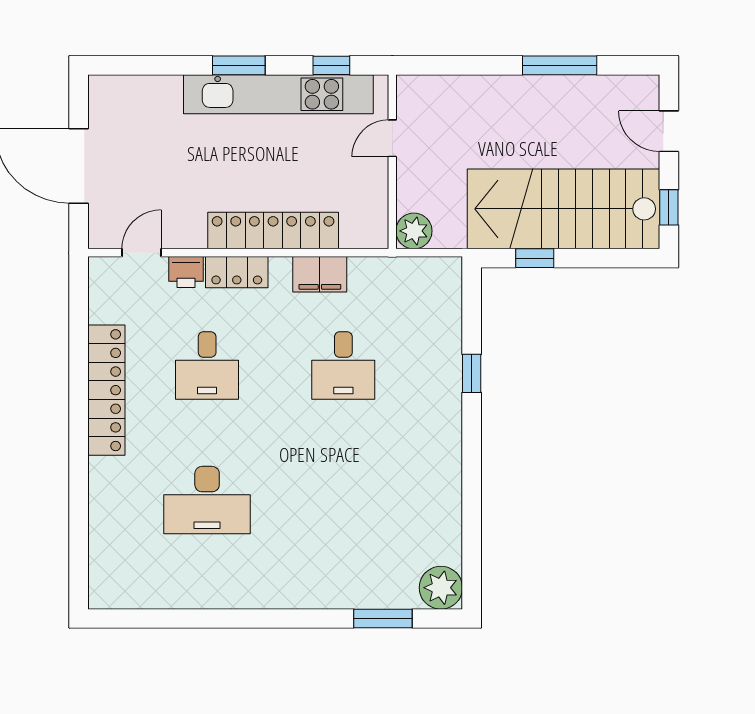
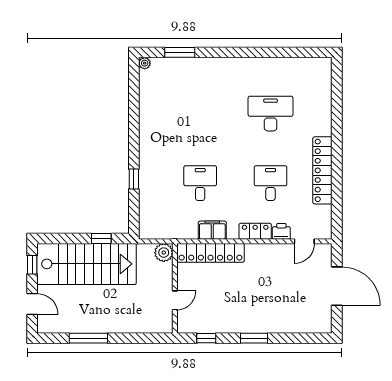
kitchen unit: (278, 94) -> (234, 323), removed
locker: (273, 231) -> (211, 253), moved
plant: (441, 588) -> (145, 63), width x0.53, depth x0.53

